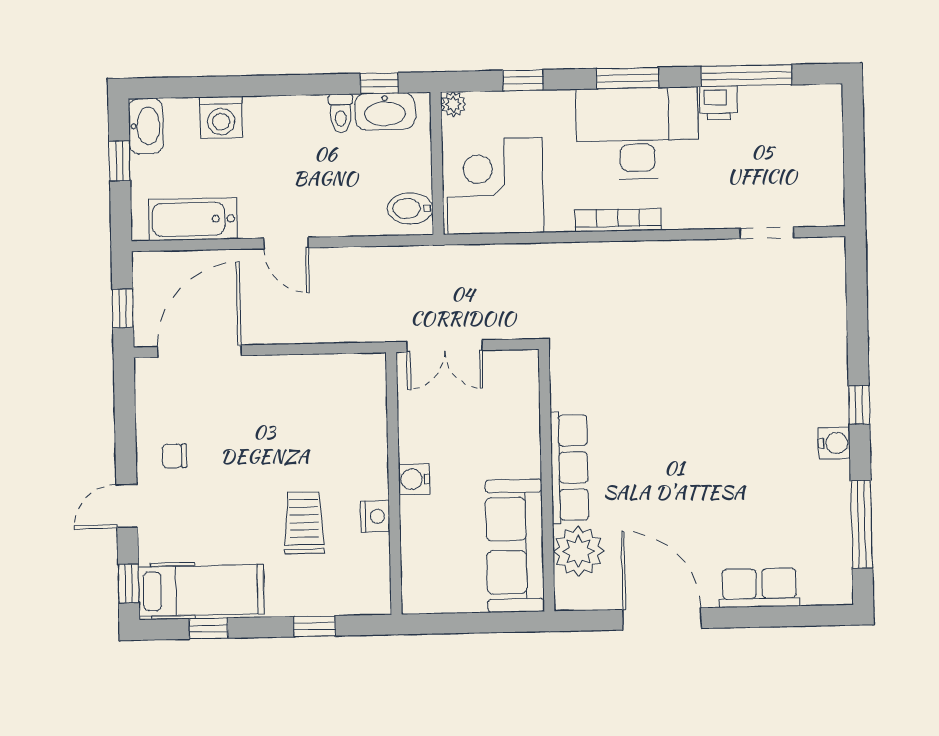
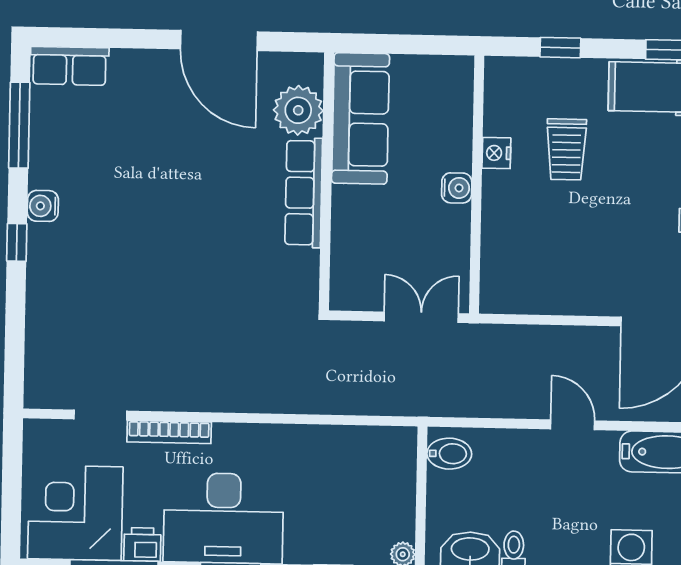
corner desk: (495, 186) -> (75, 513), moved, turned 180
bookcase: (618, 220) -> (169, 432), moved
row of seats: (759, 588) -> (70, 66), moved

